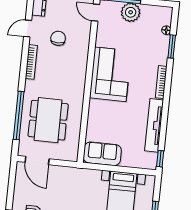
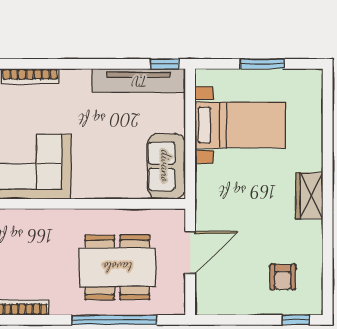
tv unit: (154, 125) -> (139, 81), moved
door: (37, 161) -> (190, 252), moved

